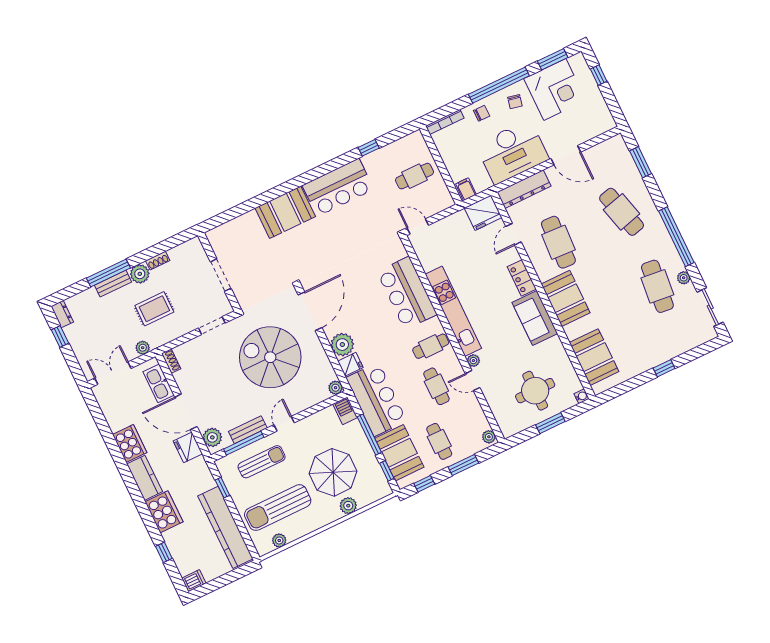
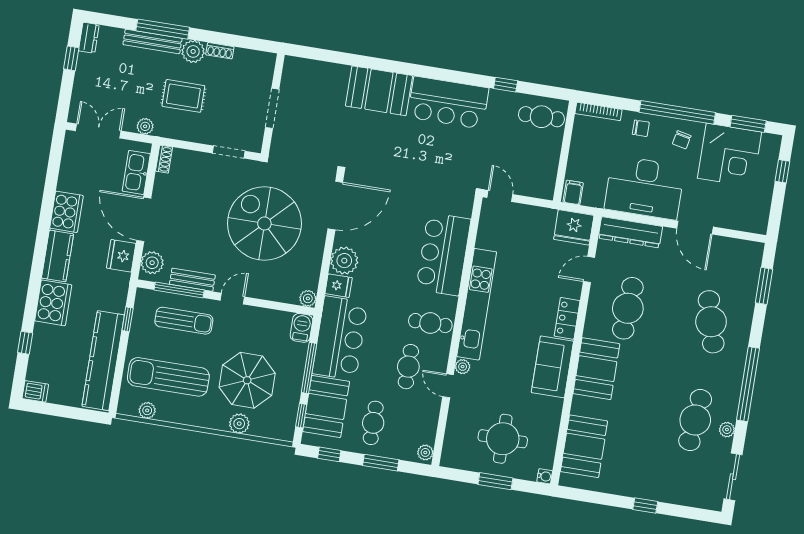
cafe table: (414, 176) -> (541, 117), moved
bench: (113, 284) -> (152, 41), width x1.36

